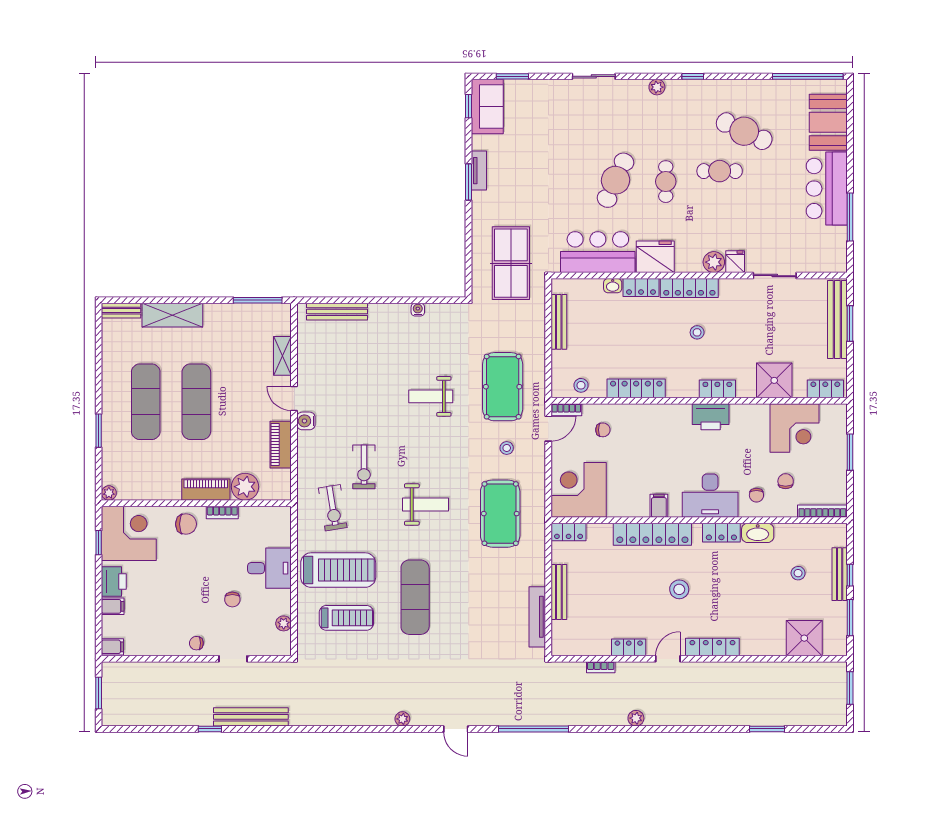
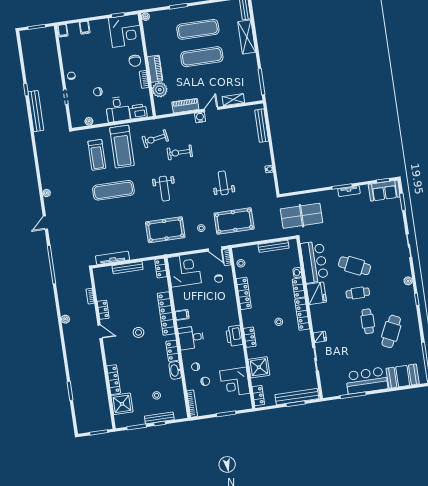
plant: (714, 262) -> (318, 325), removed
desk: (710, 496) -> (191, 338), width x0.73
printer: (114, 581) -> (138, 112), moved, turned 180
locker: (712, 647) -> (114, 380), moved

